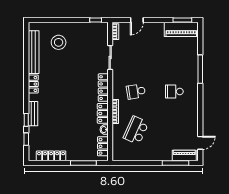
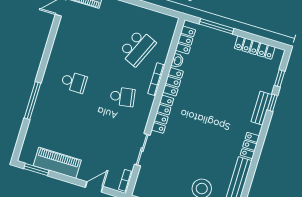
piano: (181, 29) -> (57, 163), moved

